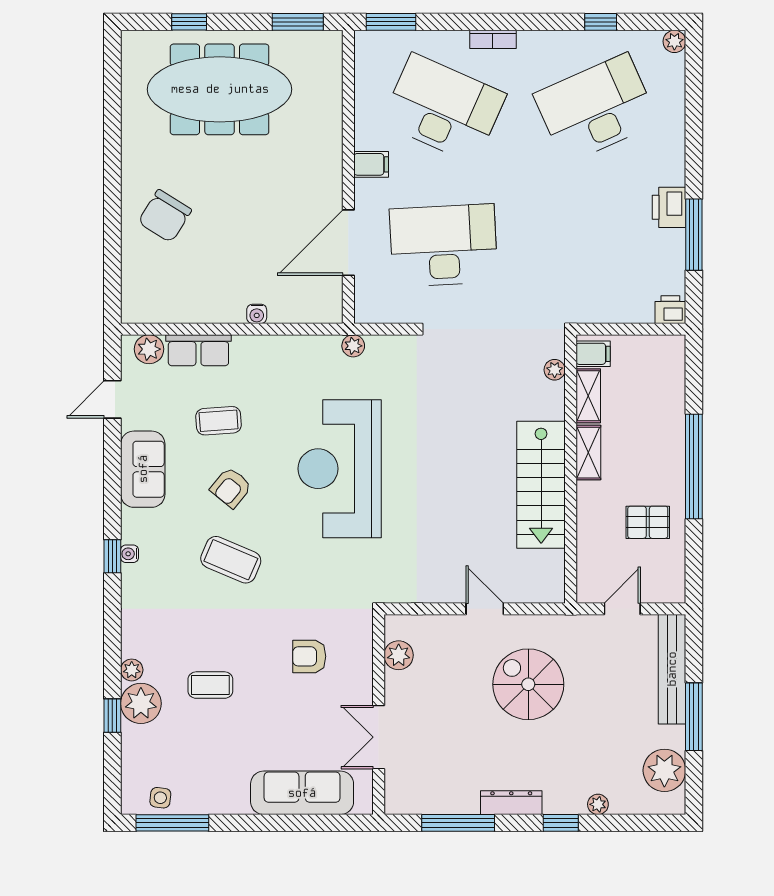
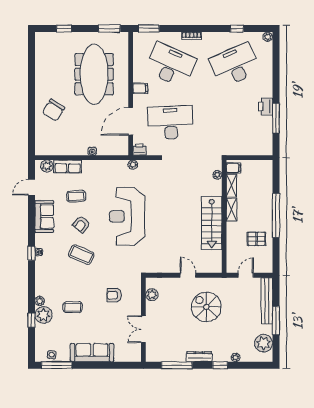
meeting table: (220, 89) -> (94, 74), moved, turned 90
printer: (670, 310) -> (139, 150), moved
sofa: (302, 793) -> (92, 353), moved

